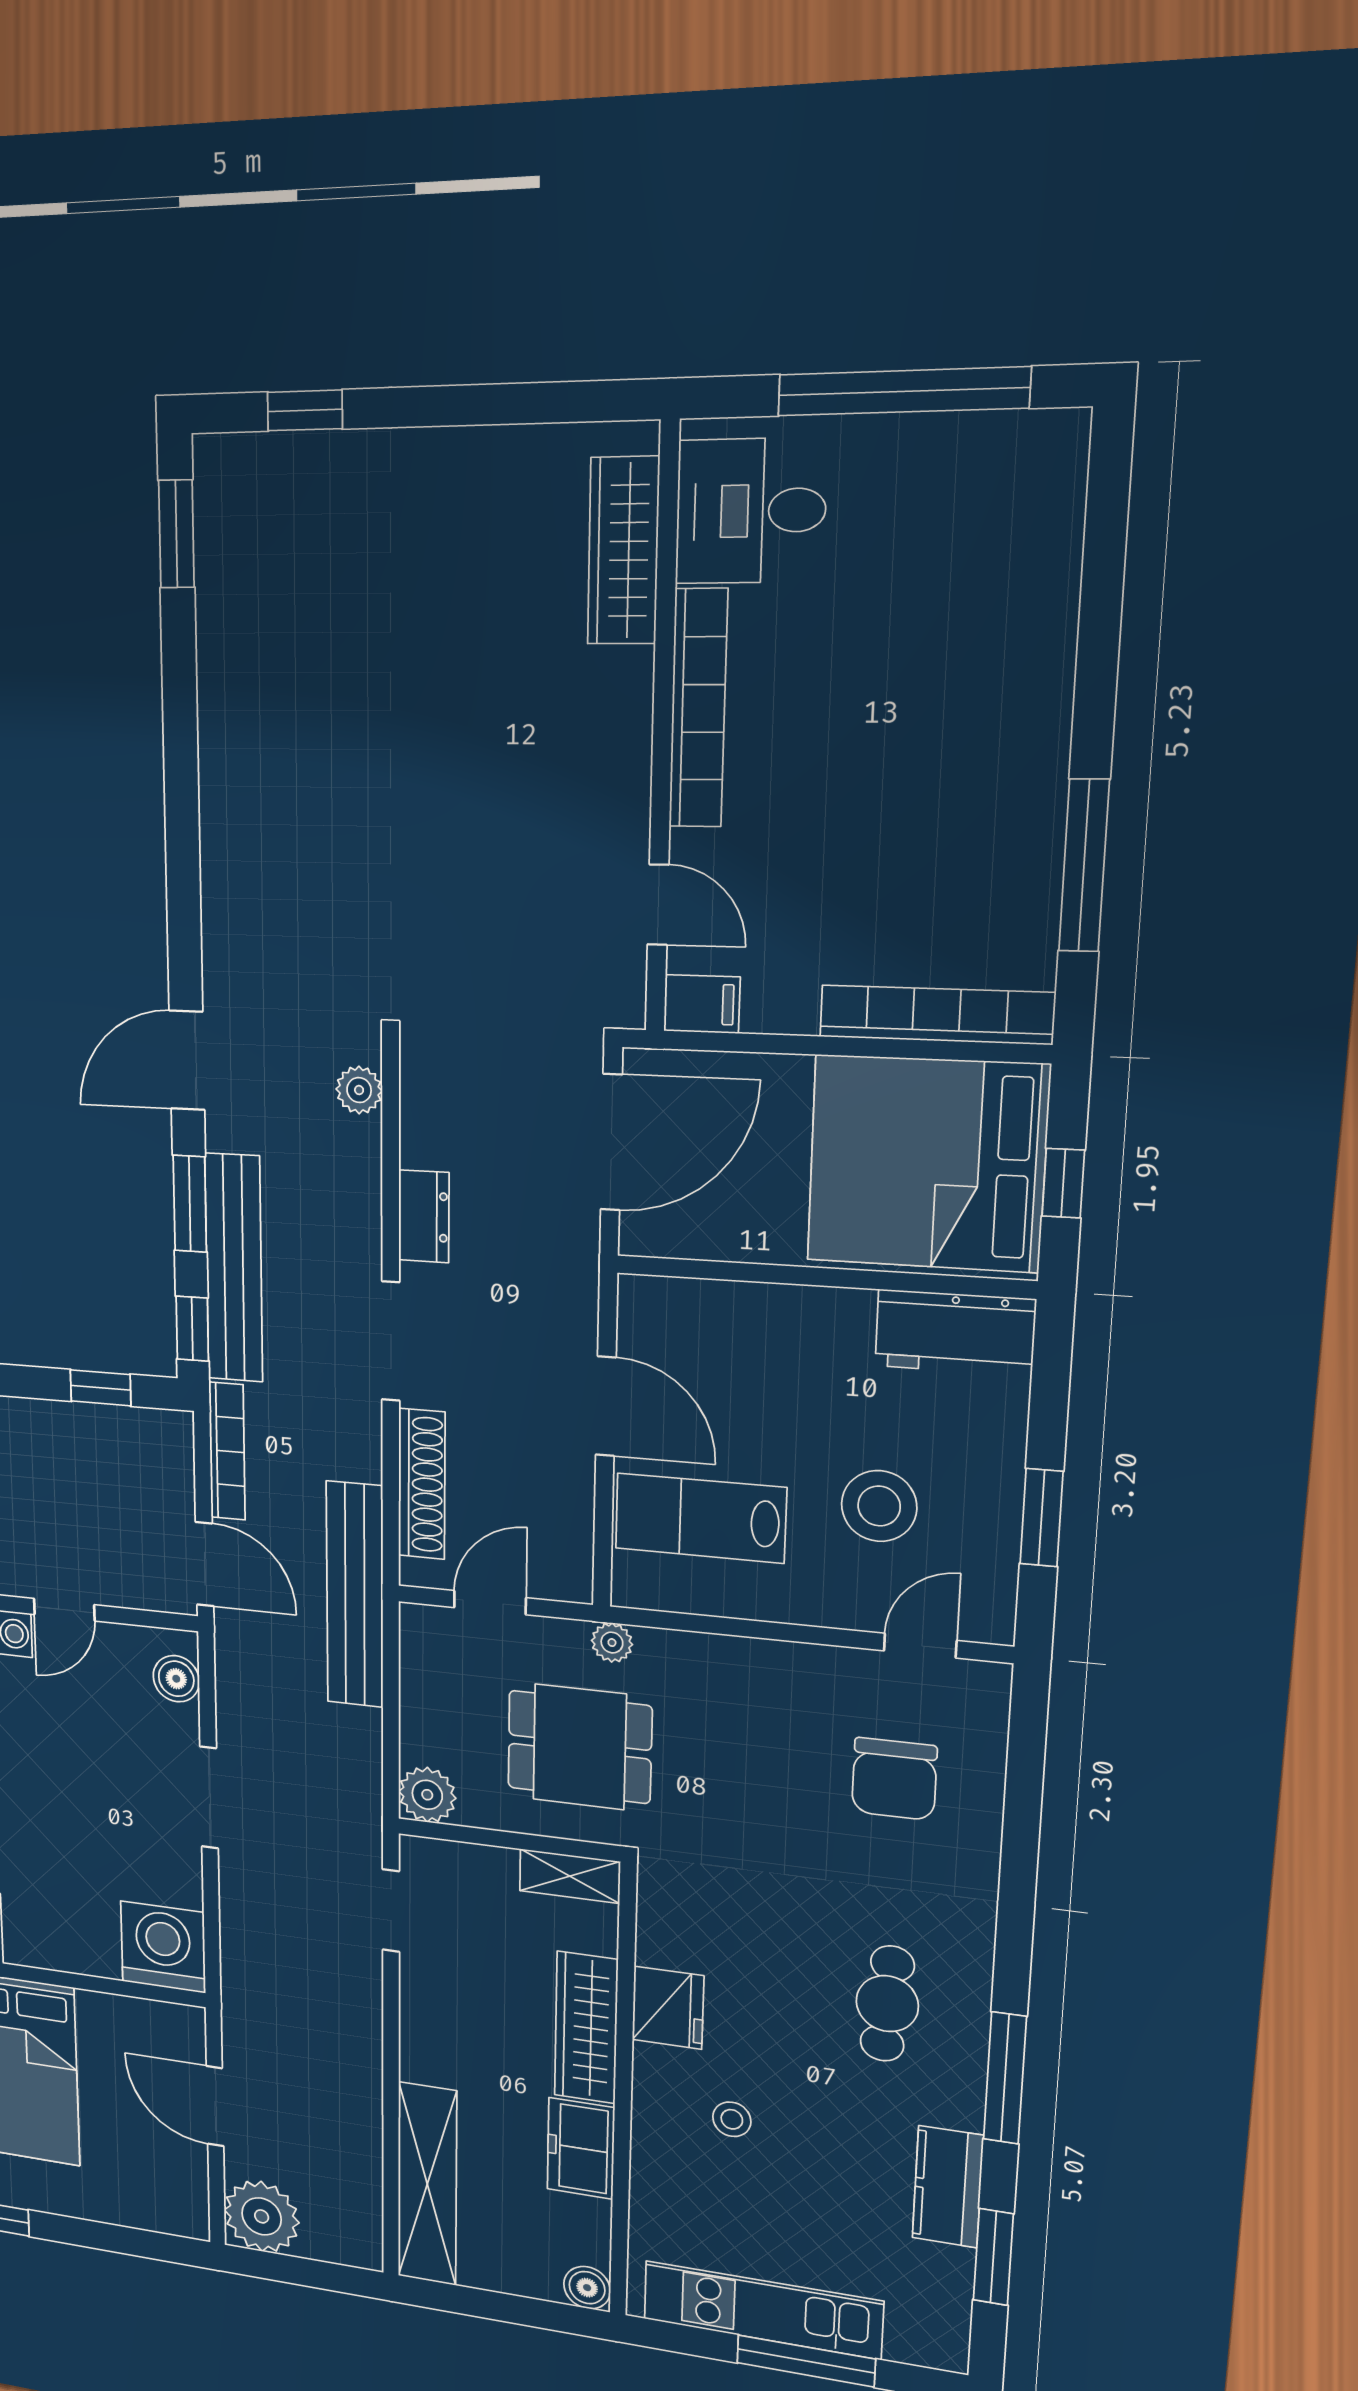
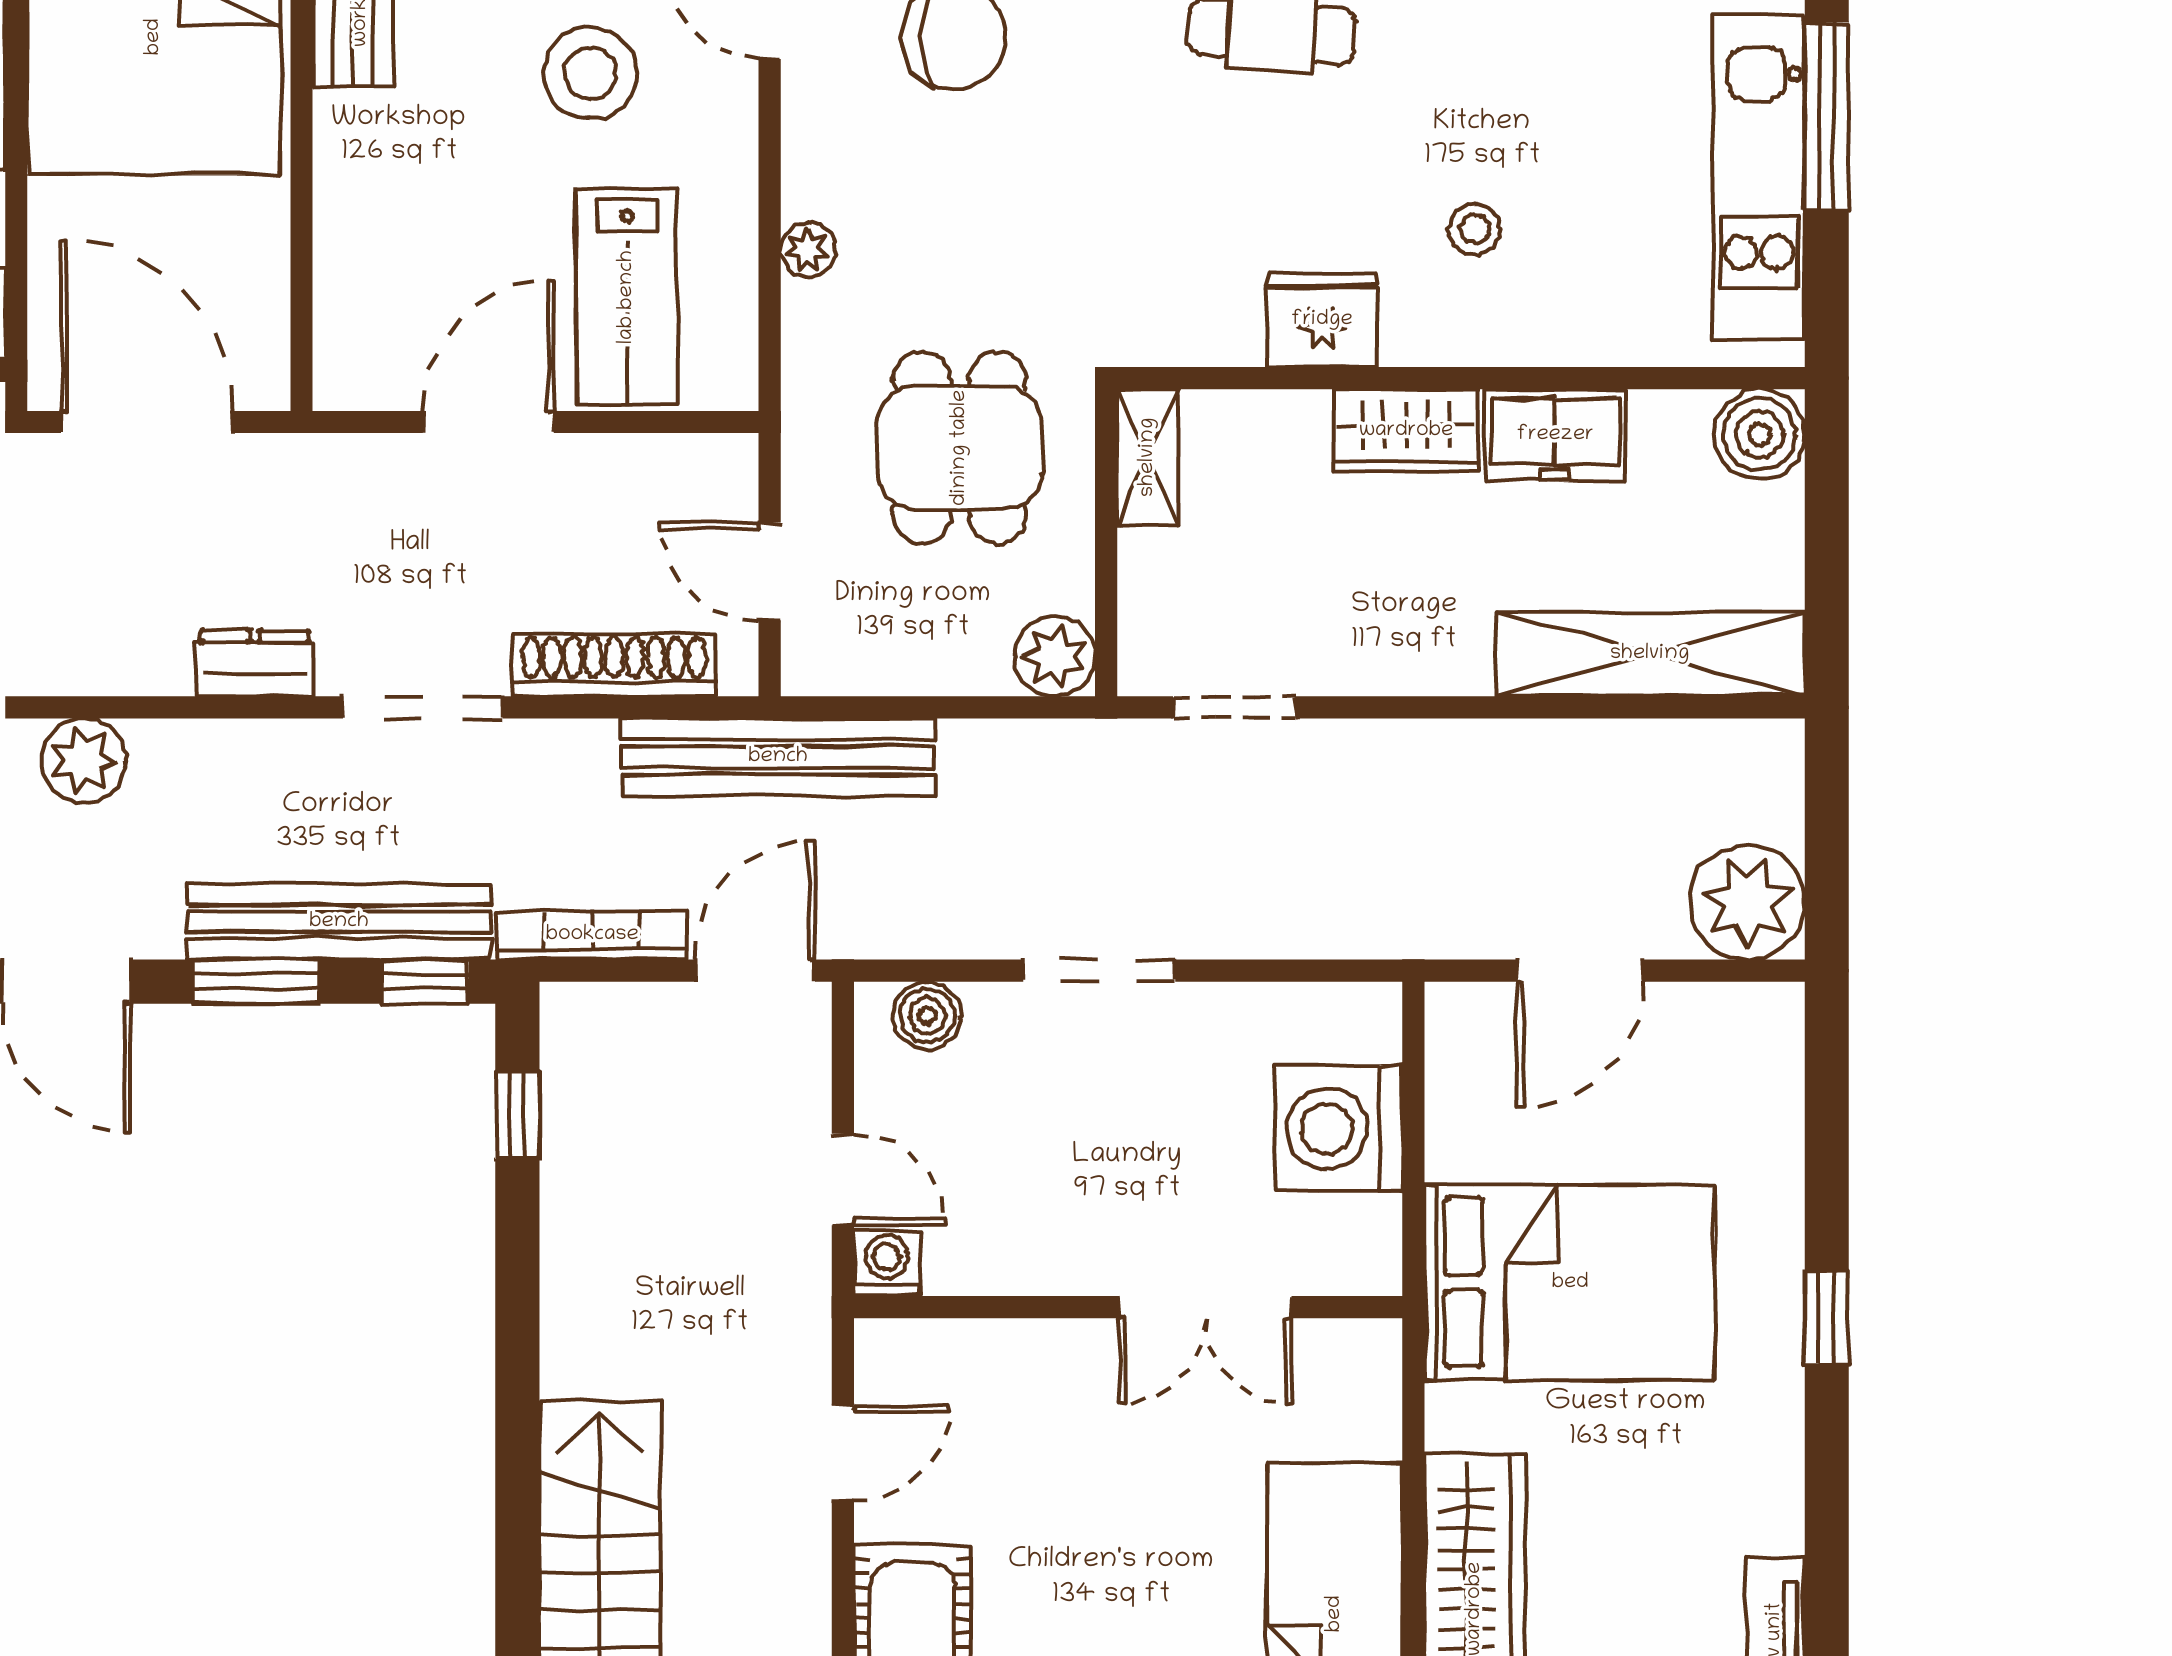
plant: (359, 1090) -> (84, 761), width x1.38, depth x1.38
plant: (612, 1643) -> (808, 250), moved
washing machine: (163, 1947) -> (1339, 1129), moved
wardrobe: (586, 2028) -> (1406, 431), width x0.67
boiler: (587, 2288) -> (1760, 434), width x1.36, depth x1.36

